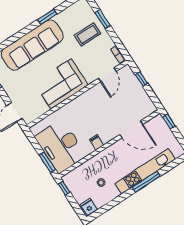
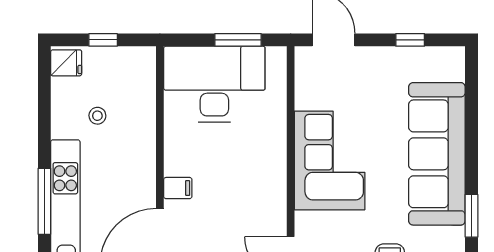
filing cabinet: (97, 142) -> (178, 188), moved
window: (47, 162) -> (238, 40), moved
window: (64, 188) -> (103, 40), moved

